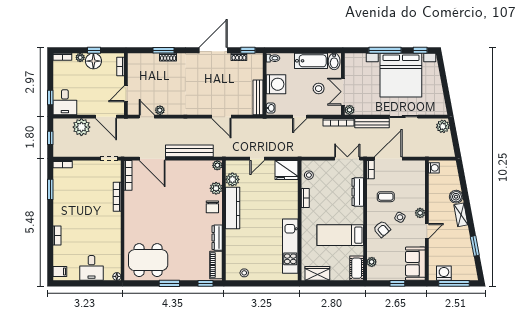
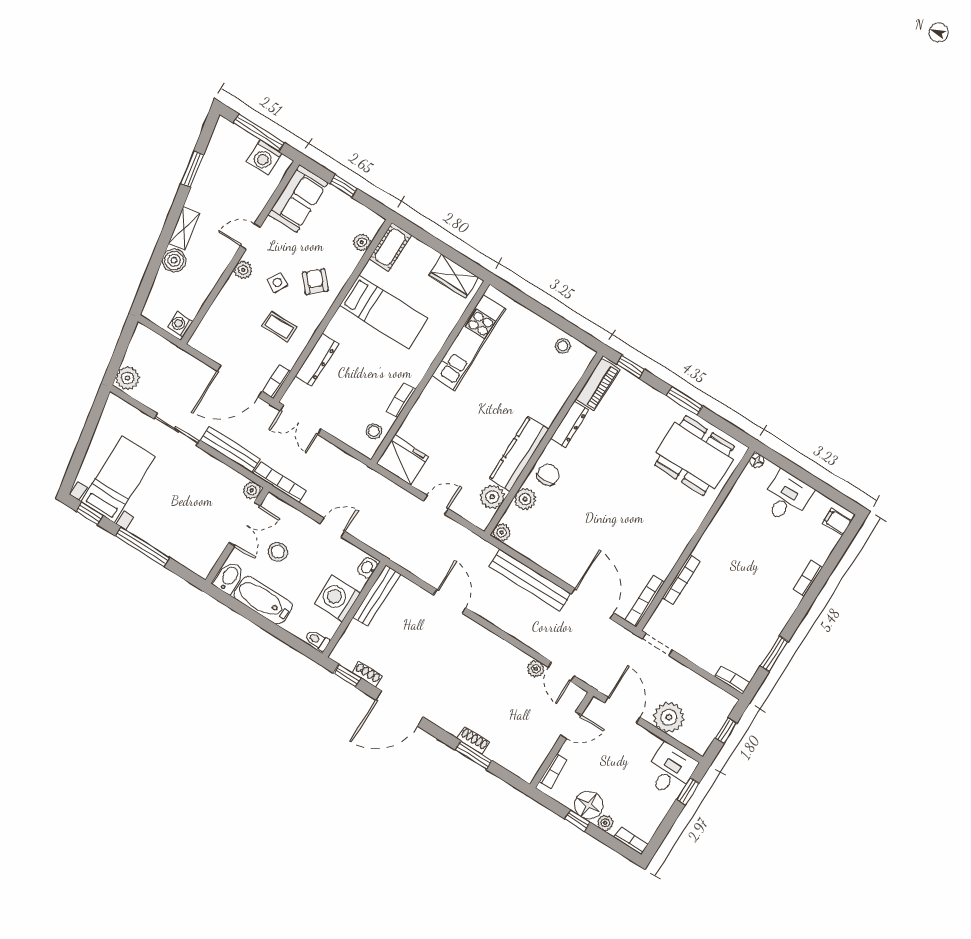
bed with nightstands: (401, 75) -> (118, 479), width x0.54

